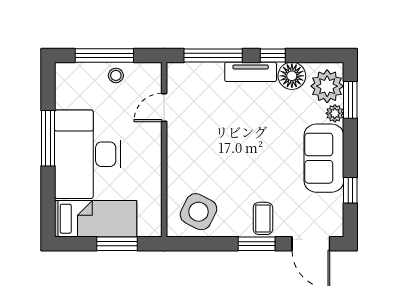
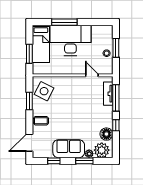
window: (104, 55) -> (116, 48), width x0.69
tv unit: (251, 72) -> (108, 94), moved
window: (350, 100) -> (84, 161), moved
window: (48, 138) -> (64, 22), moved
window: (257, 244) -> (29, 101), moved

